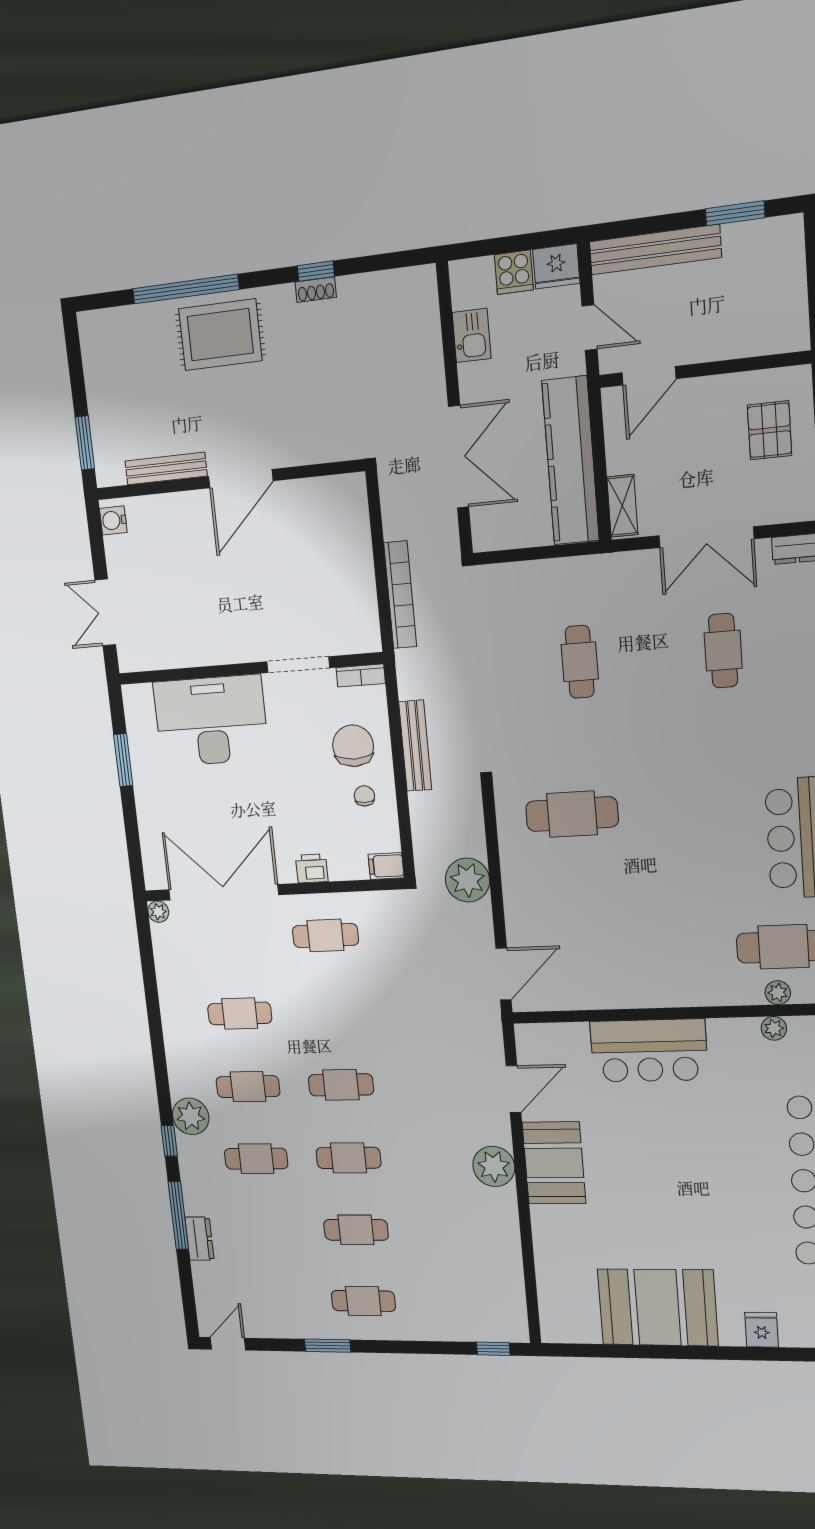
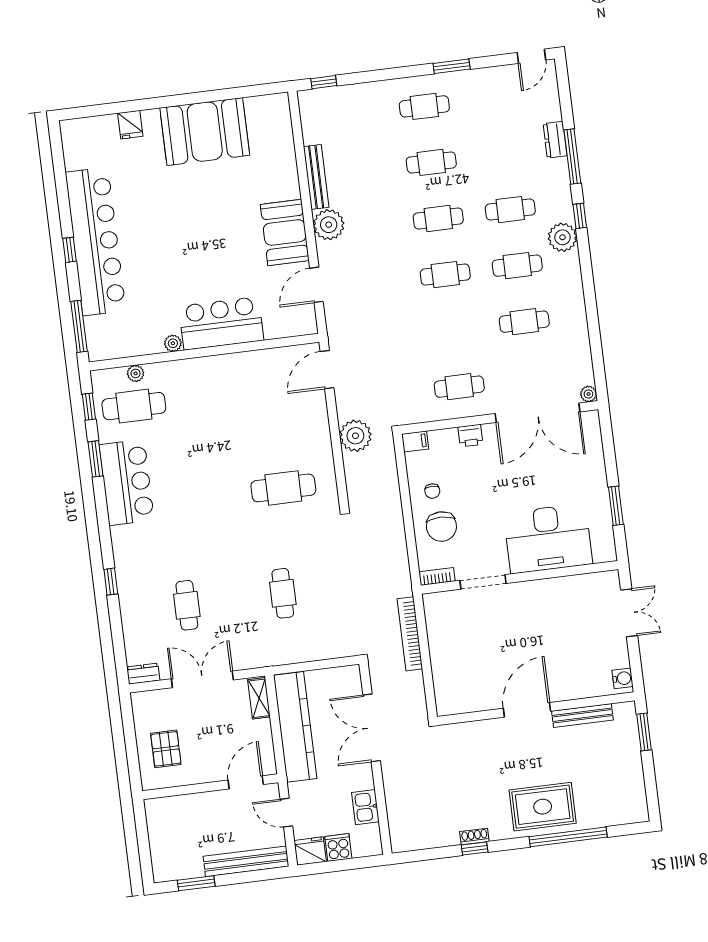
bench: (415, 746) -> (316, 177), moved
plant: (774, 1028) -> (173, 343), moved

